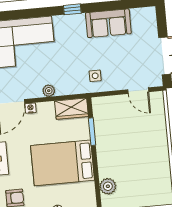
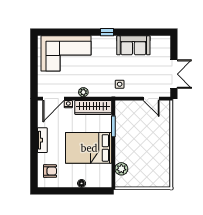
wardrobe: (71, 109) -> (93, 107), width x1.50

